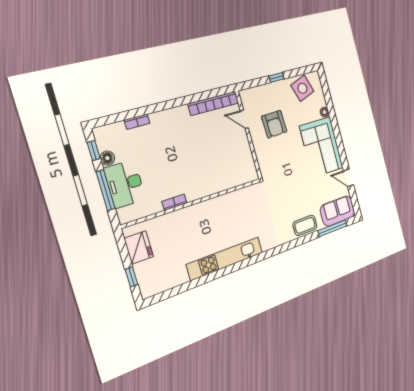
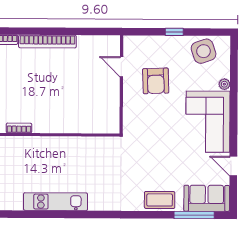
bookcase: (214, 103) -> (47, 41), moved
kitchen unit: (225, 258) -> (56, 202), width x0.73

